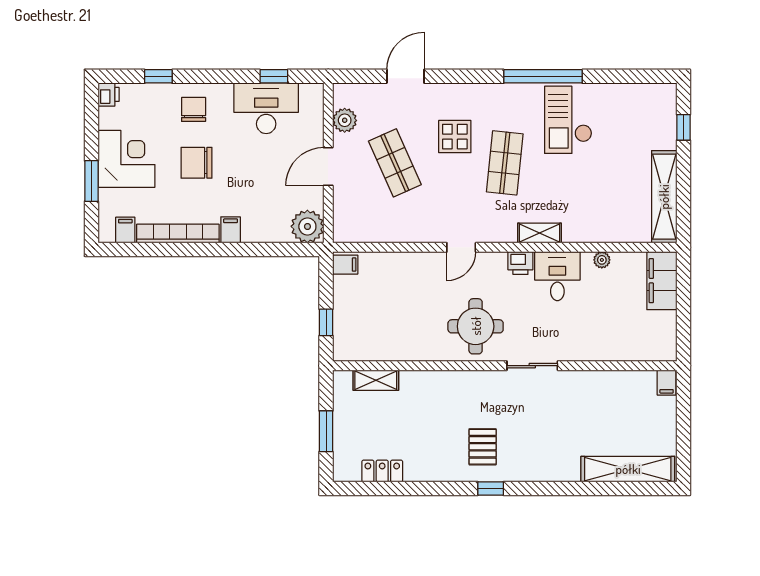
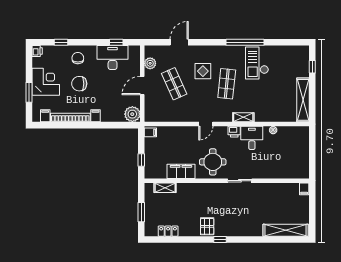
filing cabinet: (662, 281) -> (181, 171), moved, turned 90
pallet: (483, 447) -> (207, 226), moved

